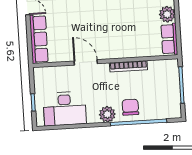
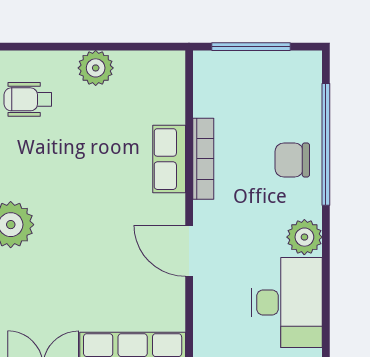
row of seats: (169, 39) -> (169, 159), moved, turned 90
door: (86, 62) -> (189, 251), hinge flipped
plant: (107, 114) -> (304, 237), moved

